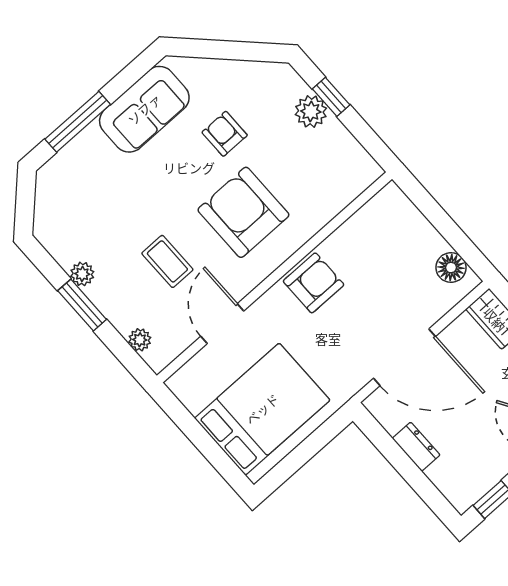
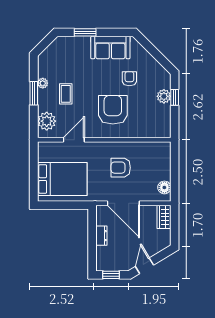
window: (78, 122) -> (85, 32), width x0.69
coffee table: (167, 261) -> (66, 94), moved
armchair: (314, 283) -> (121, 168), moved, turned 180
plant: (140, 340) -> (47, 121), width x1.88, depth x1.88

